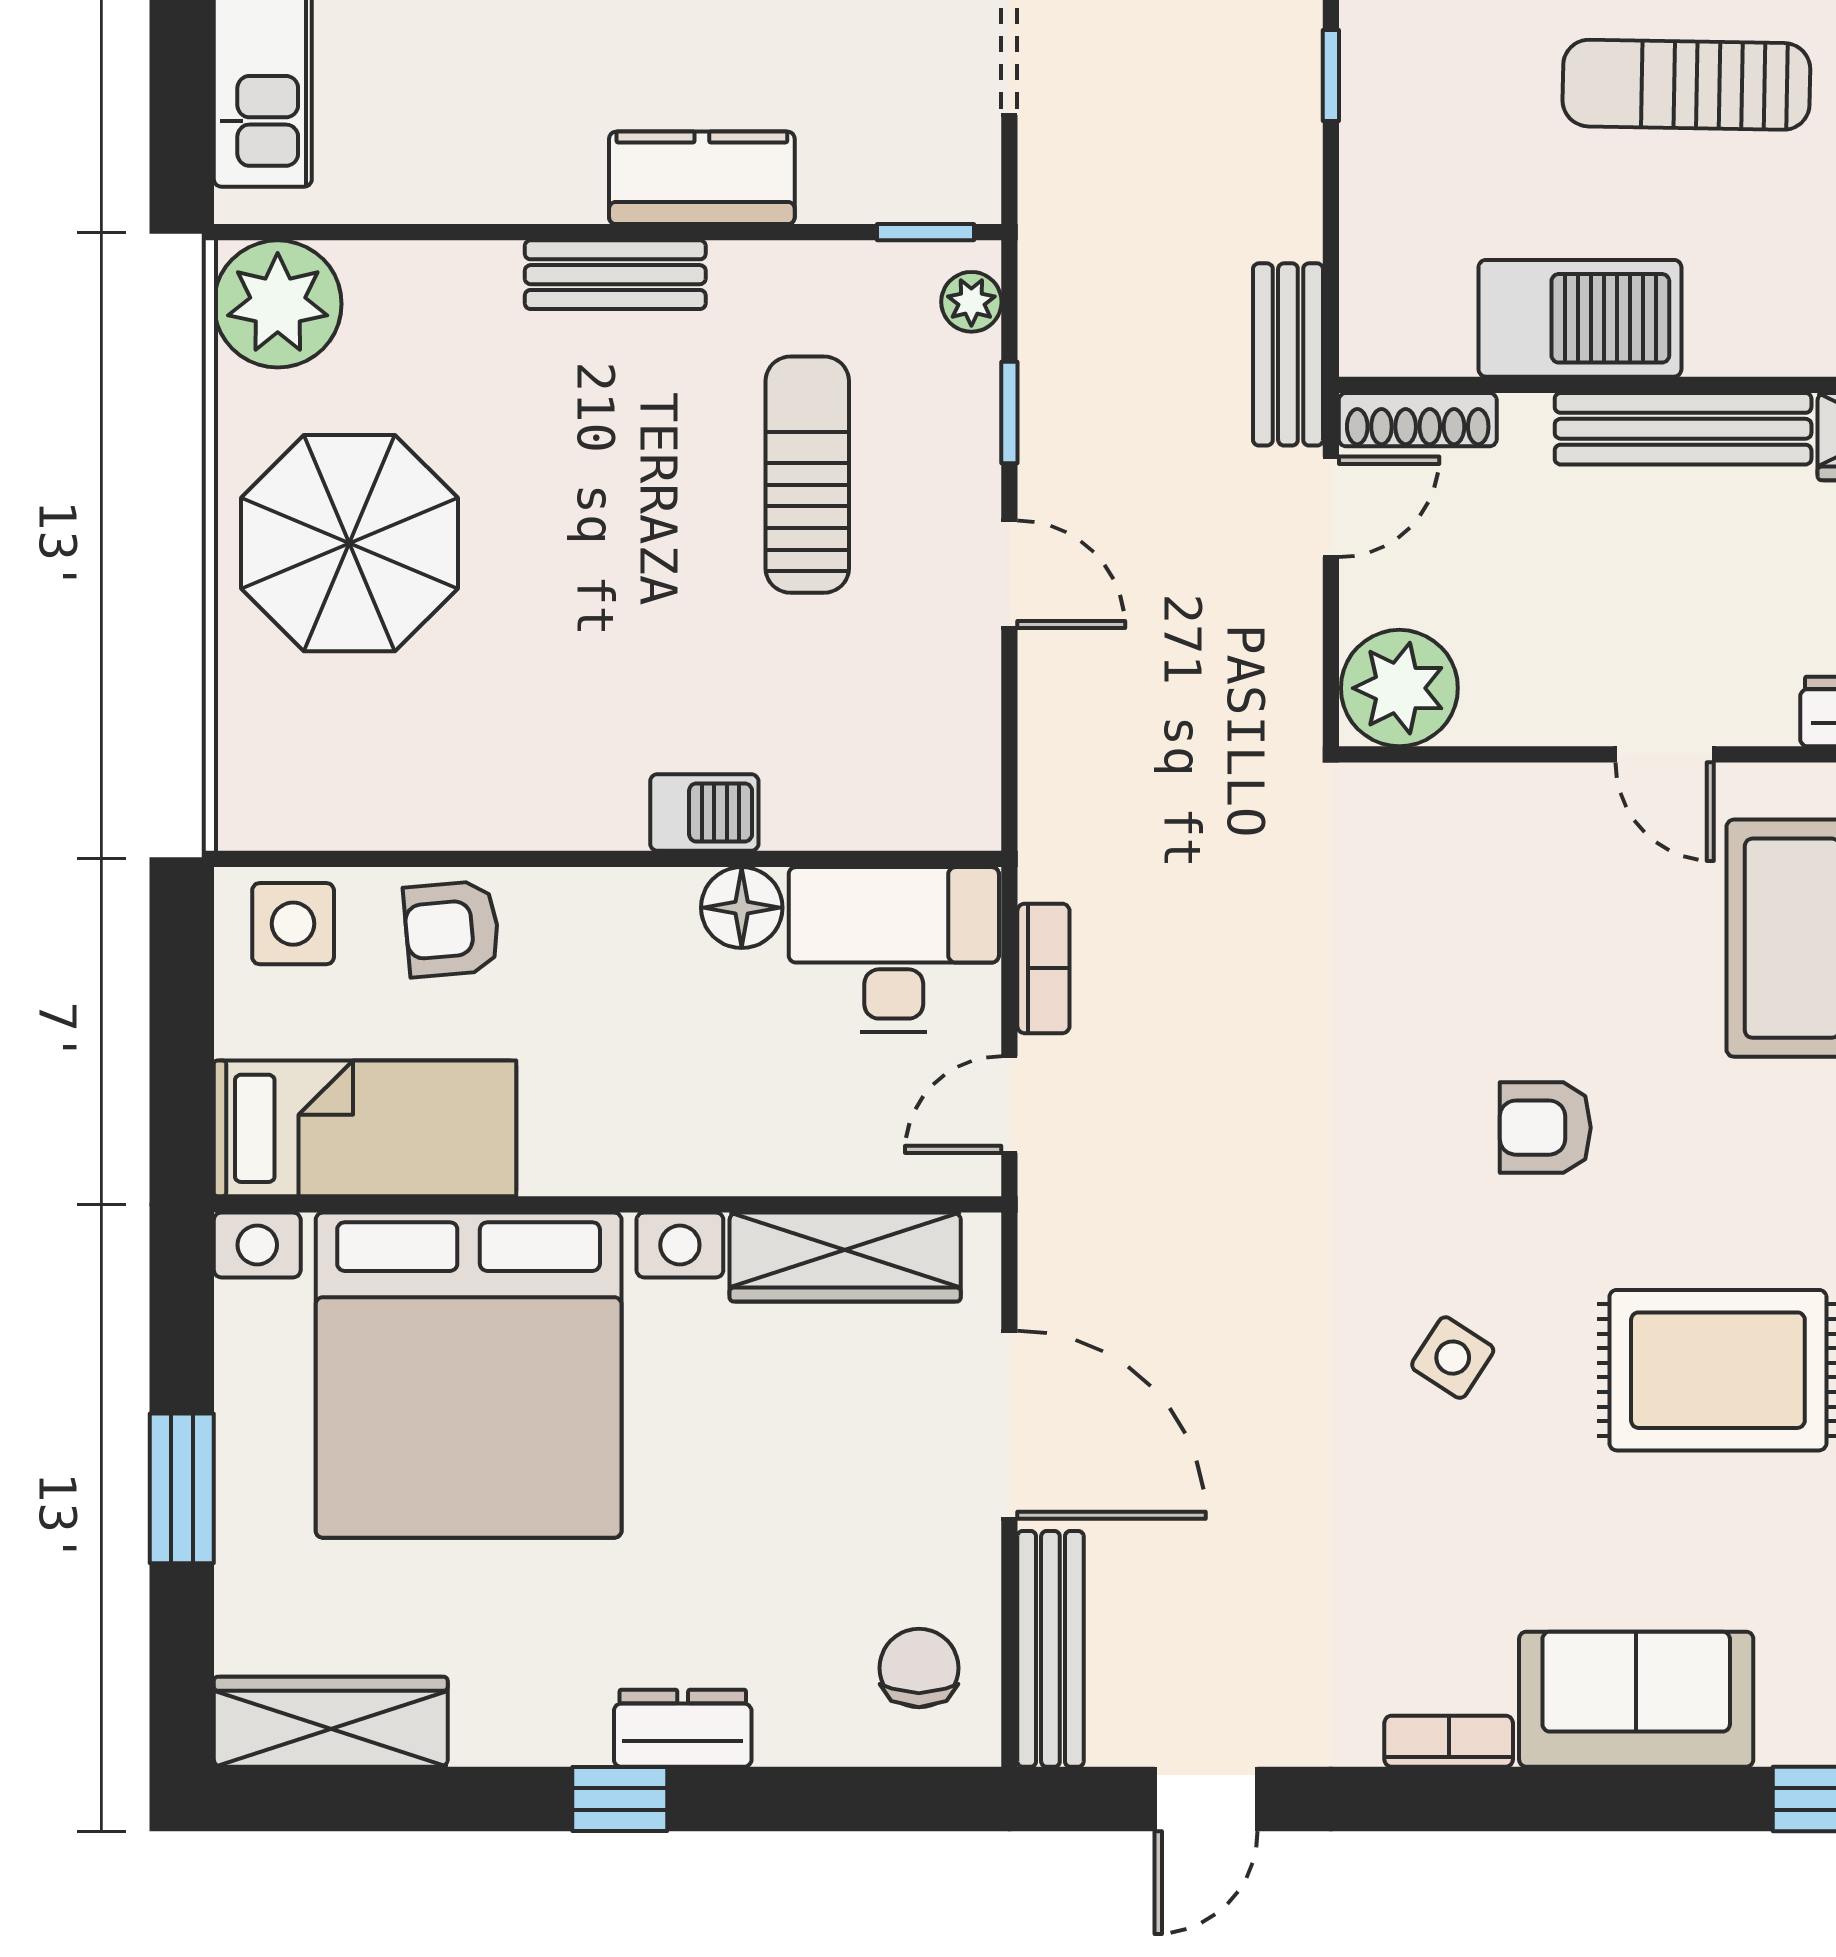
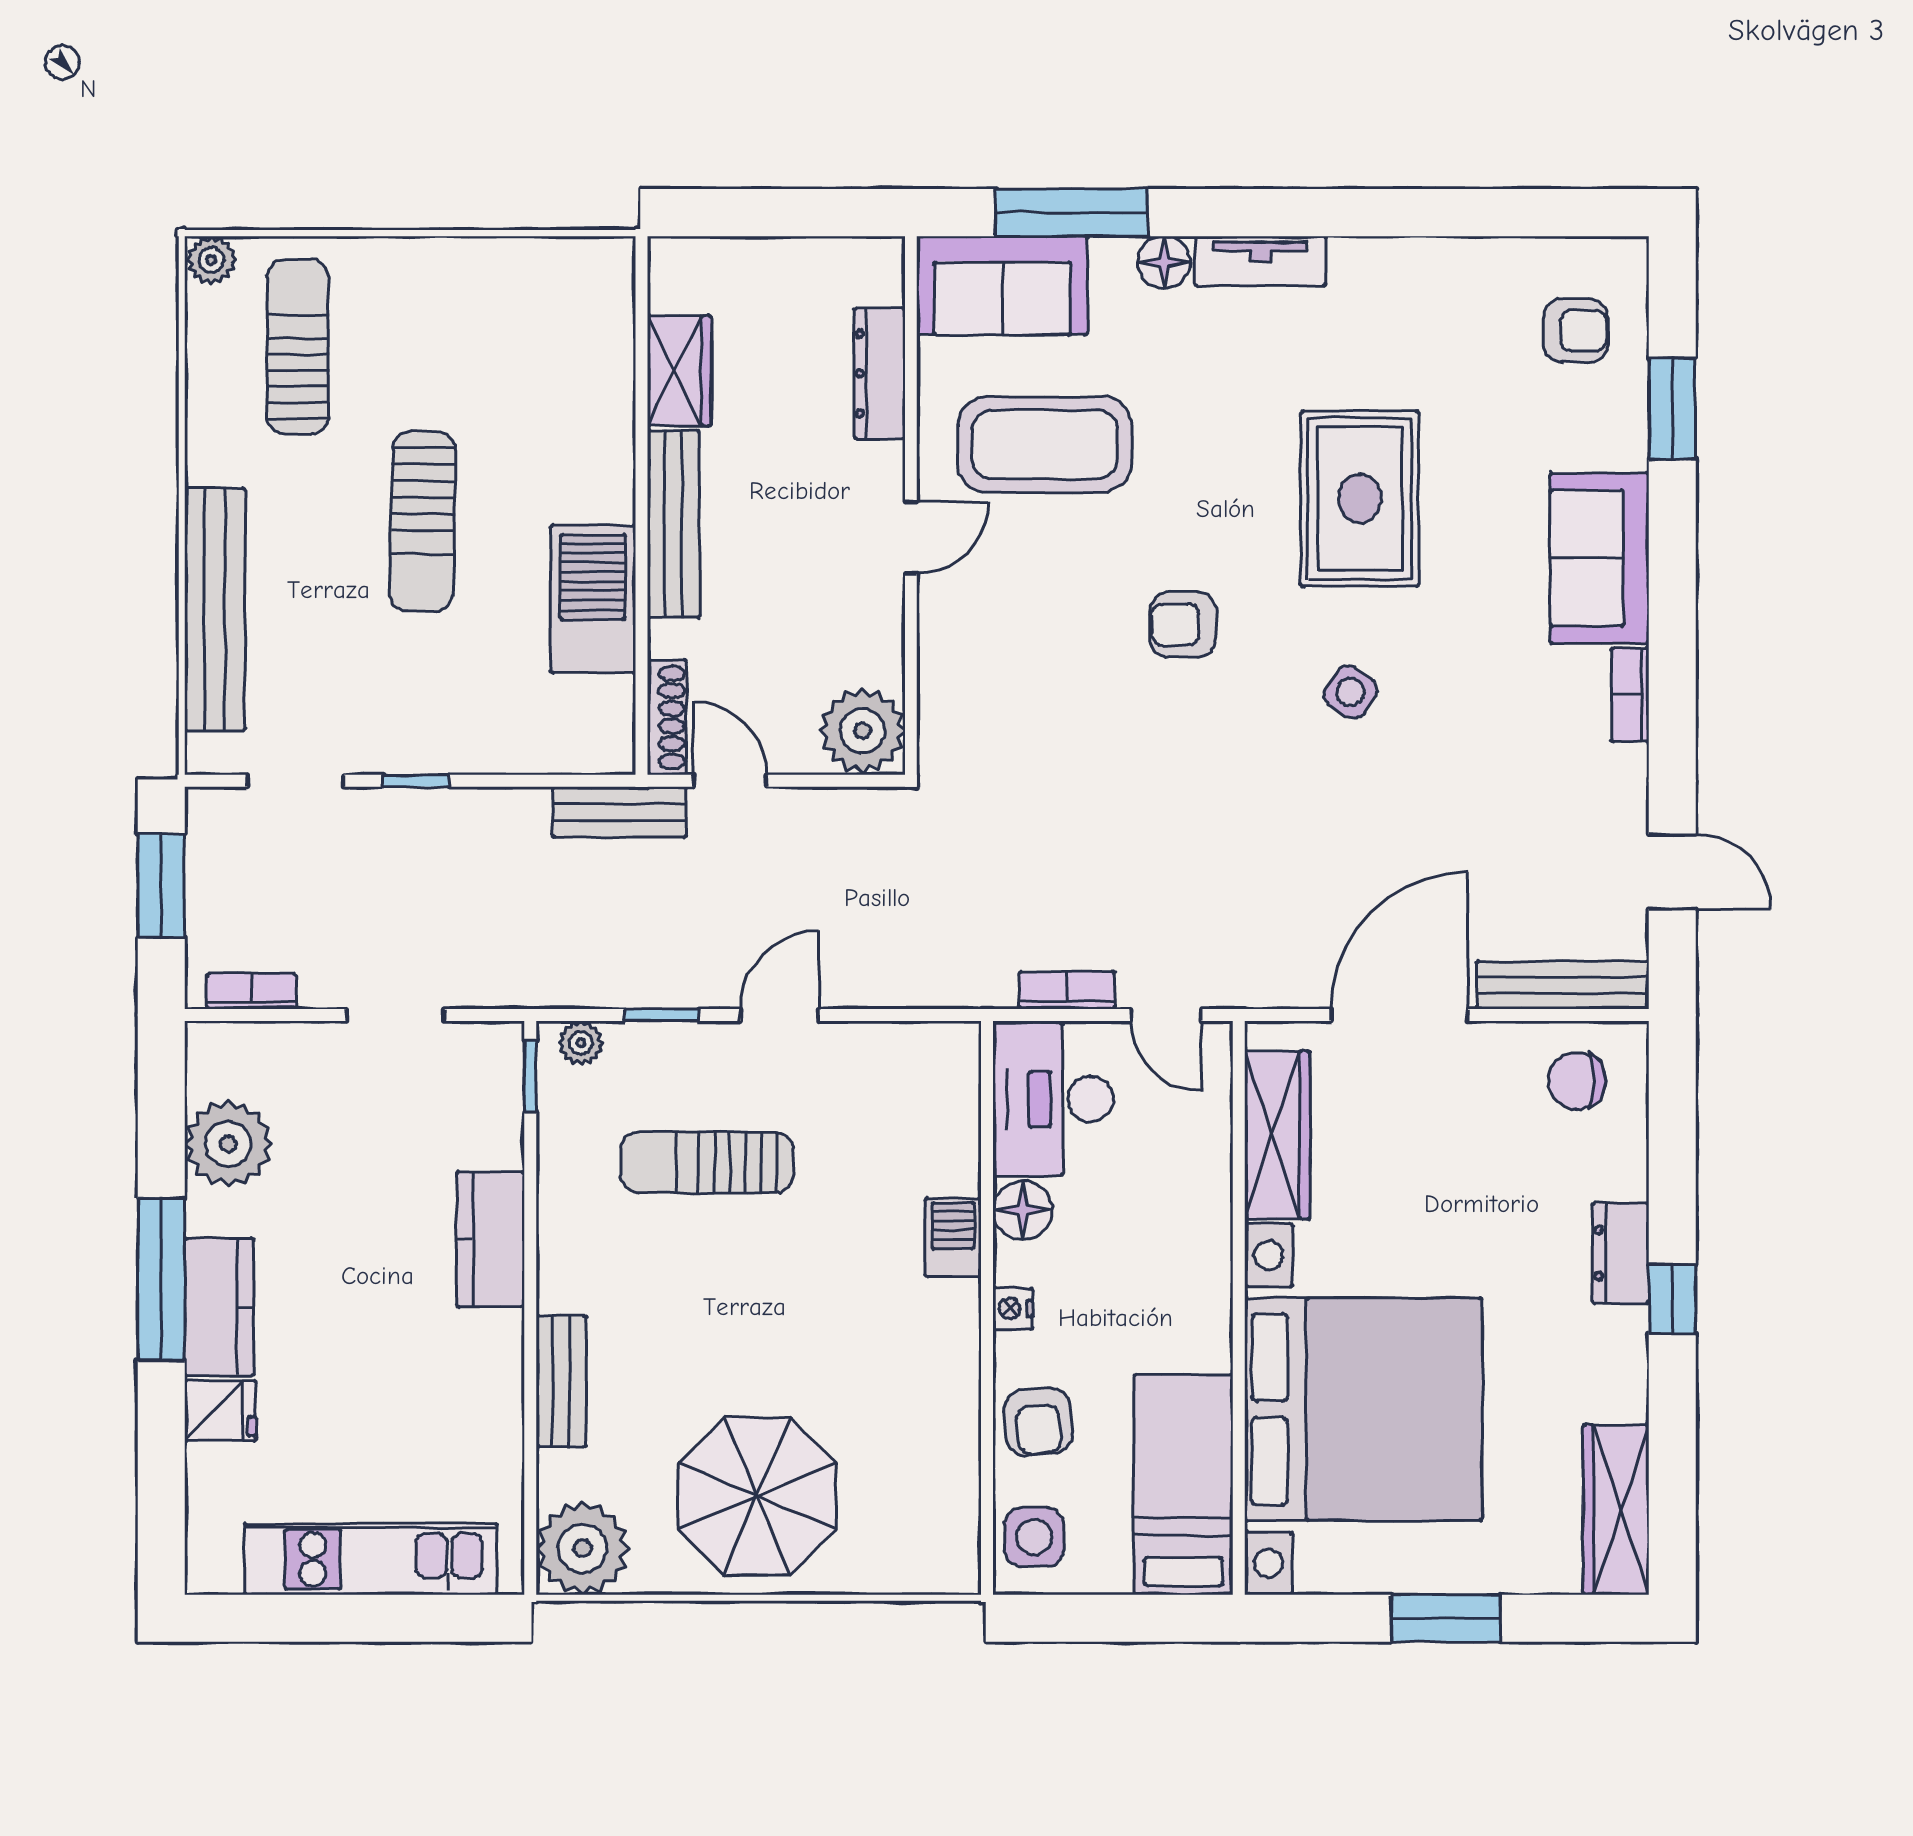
bench: (615, 275) -> (561, 1382), moved
nightstand: (607, 894) -> (1013, 1308), added
armchair: (1545, 1128) -> (1183, 624), turned 90

